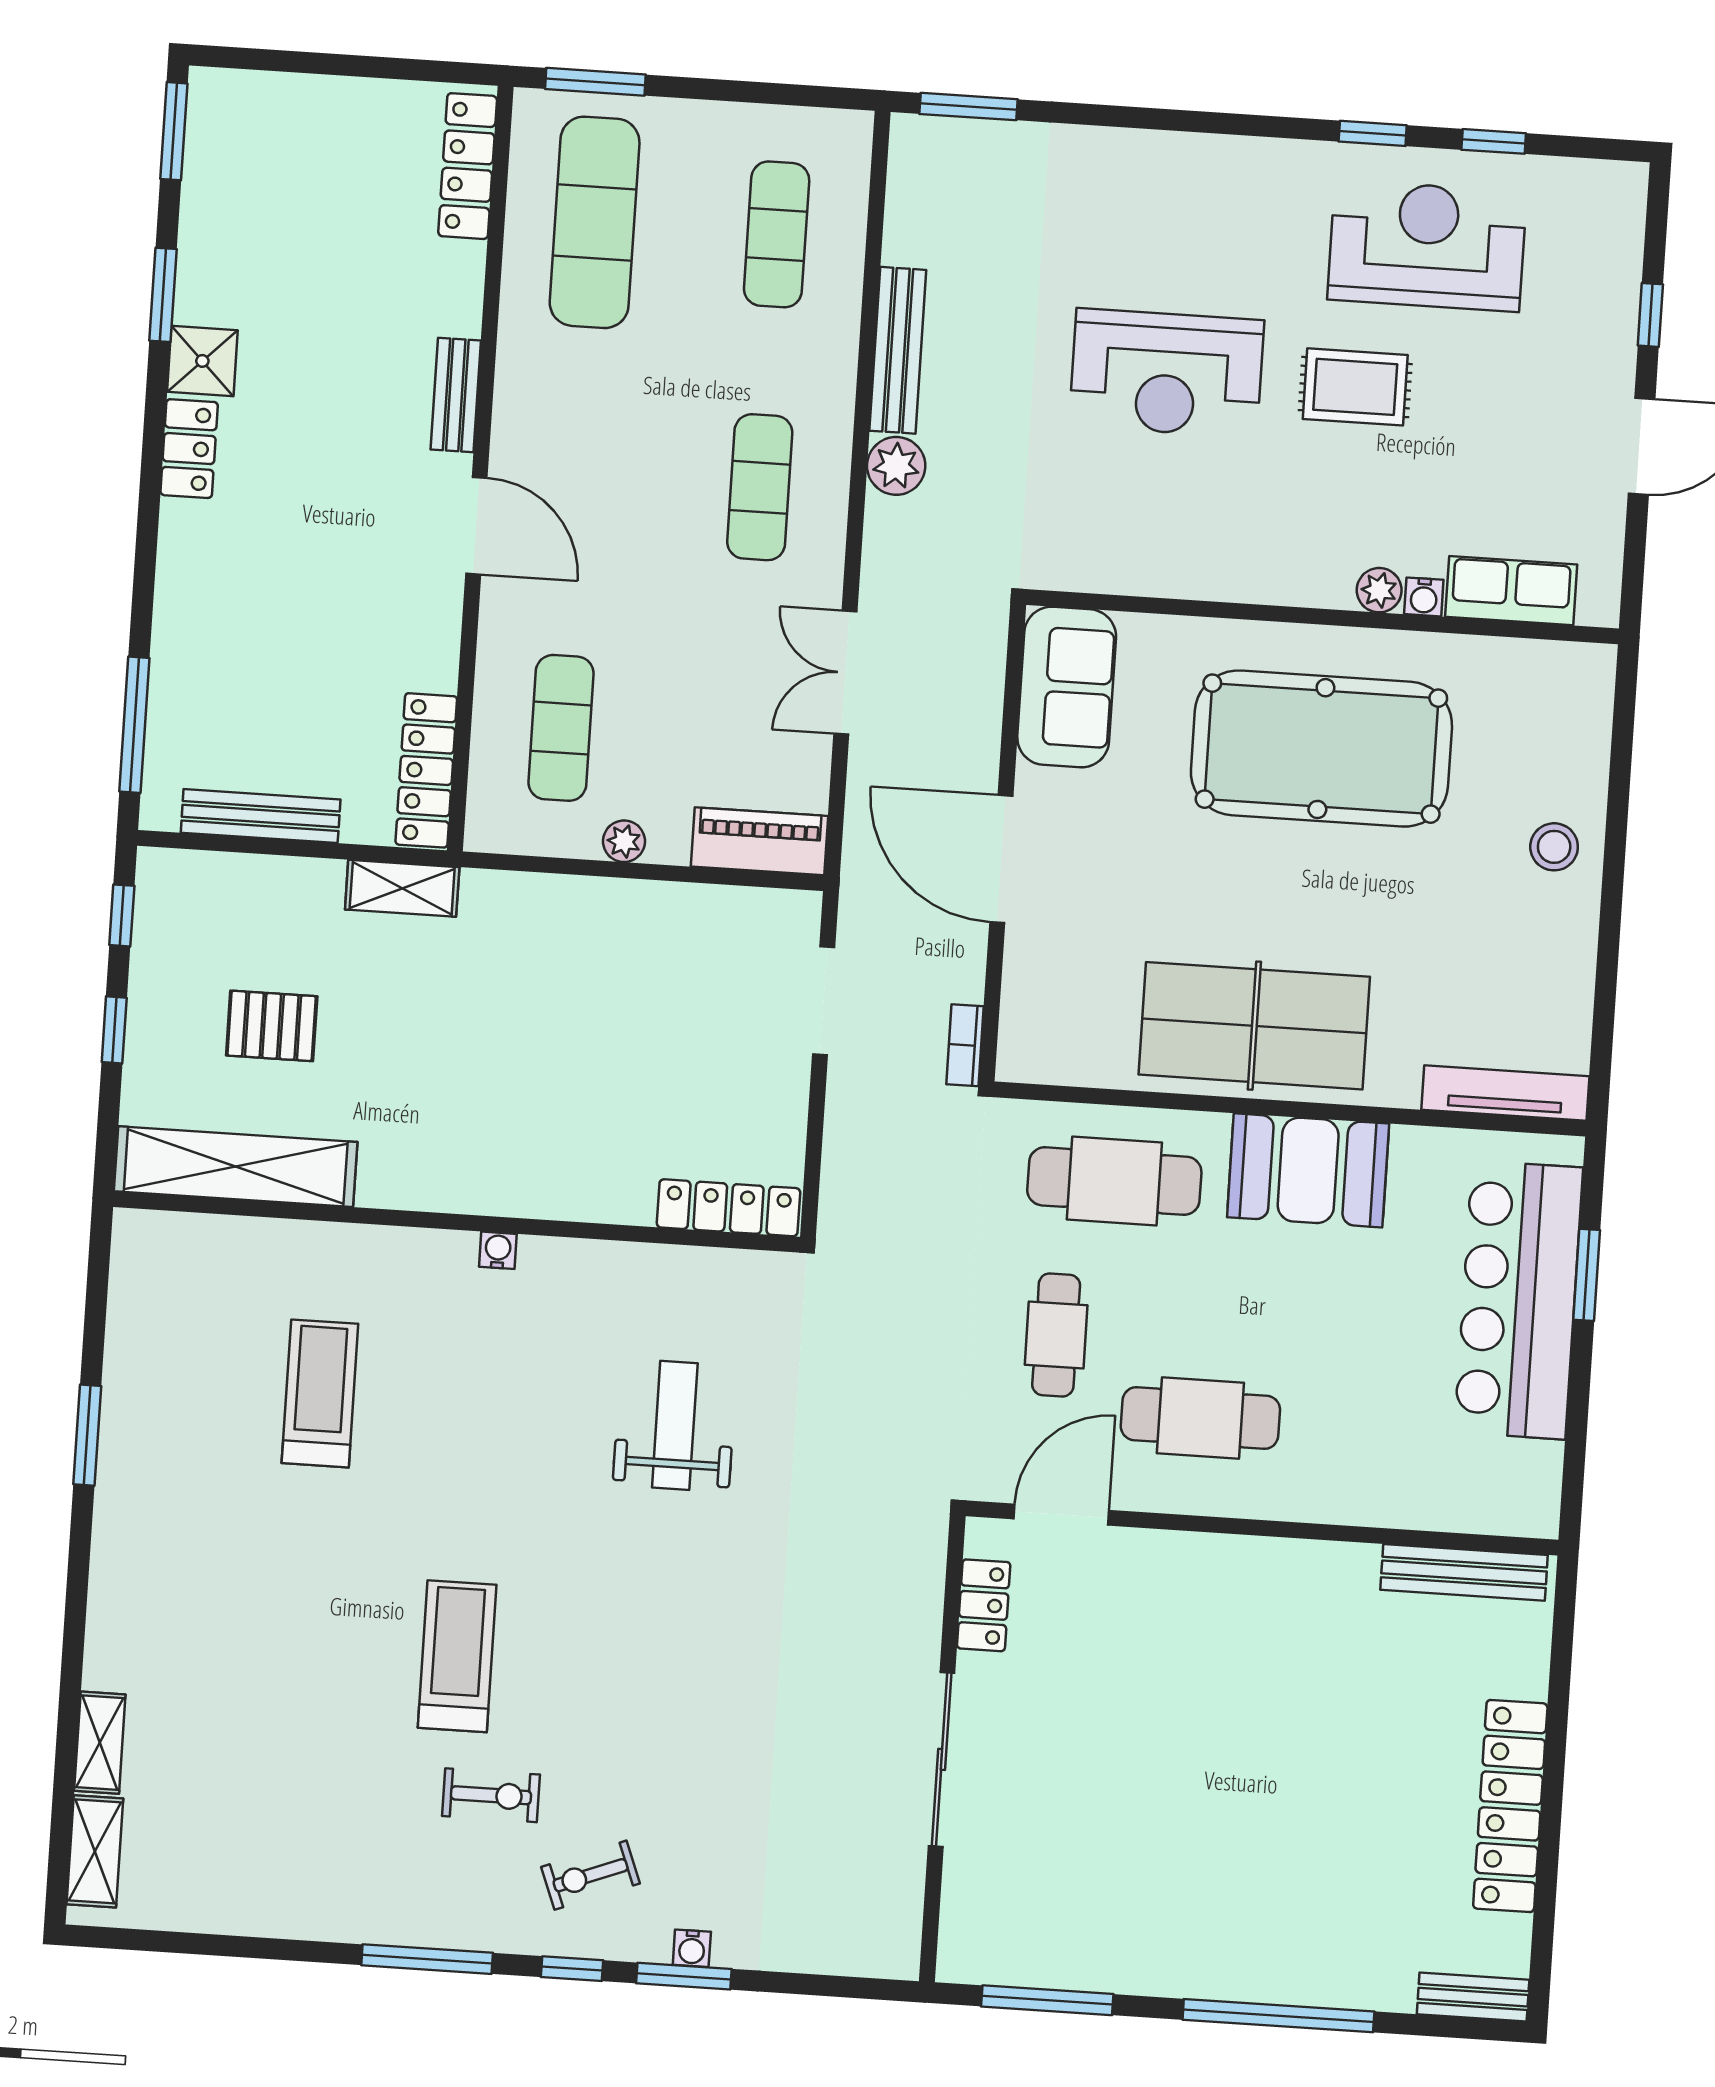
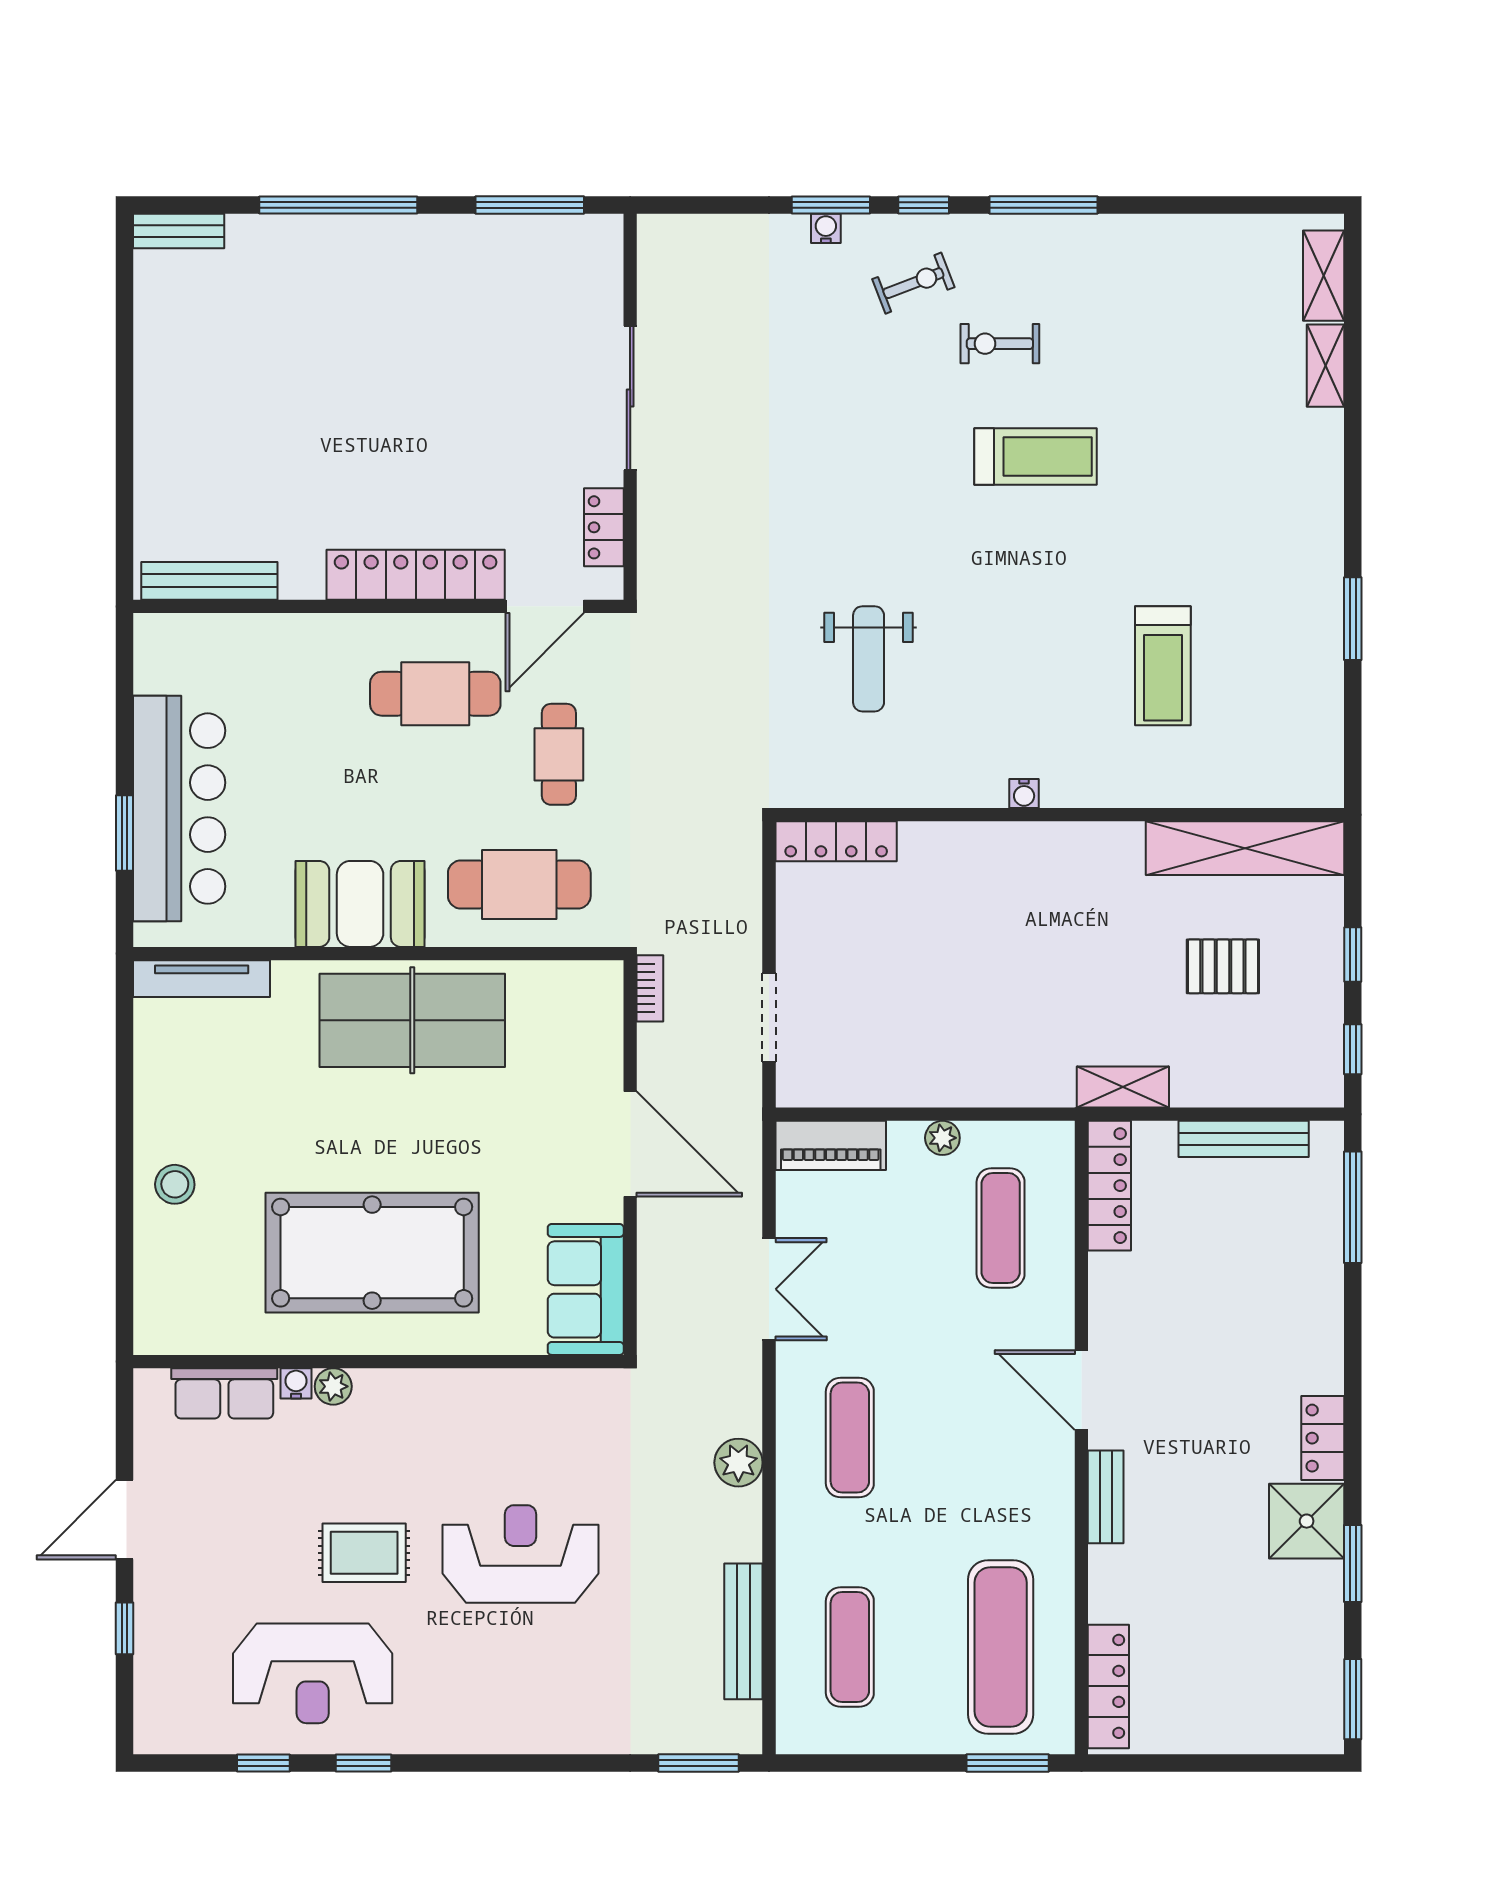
bench: (898, 350) -> (743, 1631), moved
shower: (202, 361) -> (1307, 1521), width x1.36, depth x1.36
treadmill: (457, 1656) -> (1035, 456), turned -90
locker: (1510, 1806) -> (416, 575), moved, turned -90

